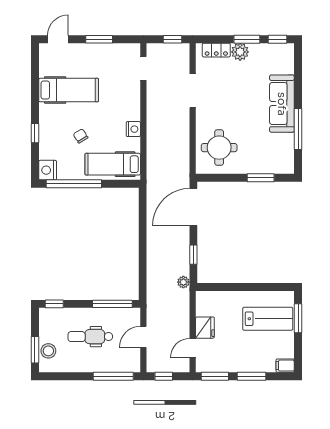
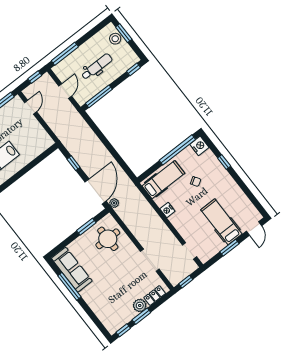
hospital bed: (69, 90) -> (221, 222), moved, turned 90
sofa: (282, 104) -> (72, 270), moved
window: (261, 178) -> (86, 227), moved
plant: (183, 282) -> (114, 203), moved
fridge: (205, 328) -> (33, 125), removed

